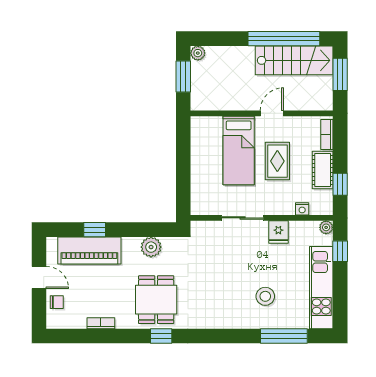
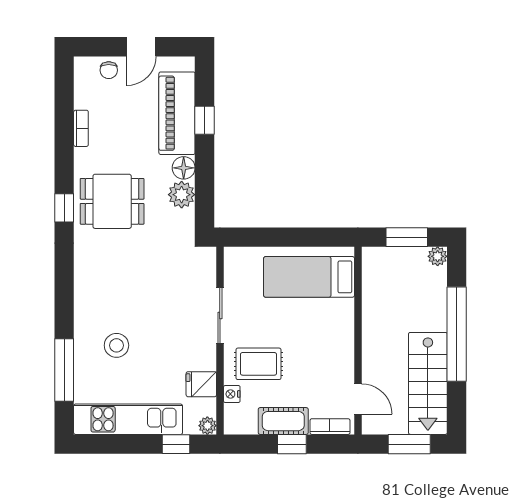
window: (284, 39) -> (457, 334), moved
door: (272, 113) -> (358, 399), moved
bed: (239, 150) -> (309, 277), moved
rug: (277, 161) -> (258, 364), moved
window: (340, 184) -> (292, 444), moved
fridge: (278, 232) -> (201, 384), moved
floor lamp: (131, 245) -> (184, 168), added

